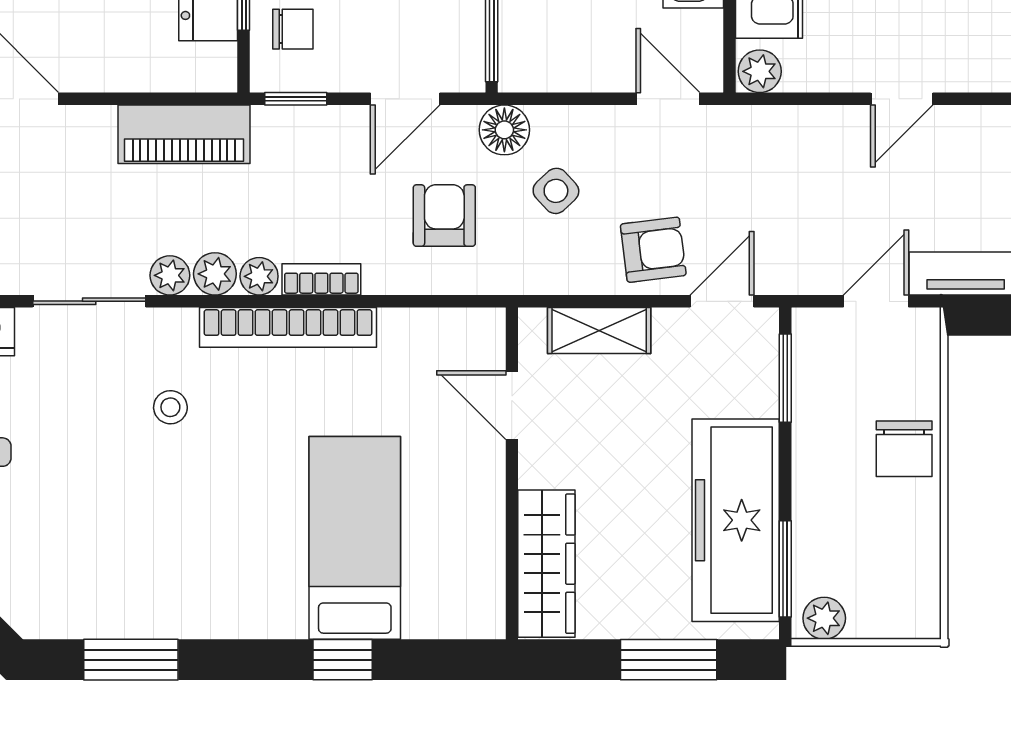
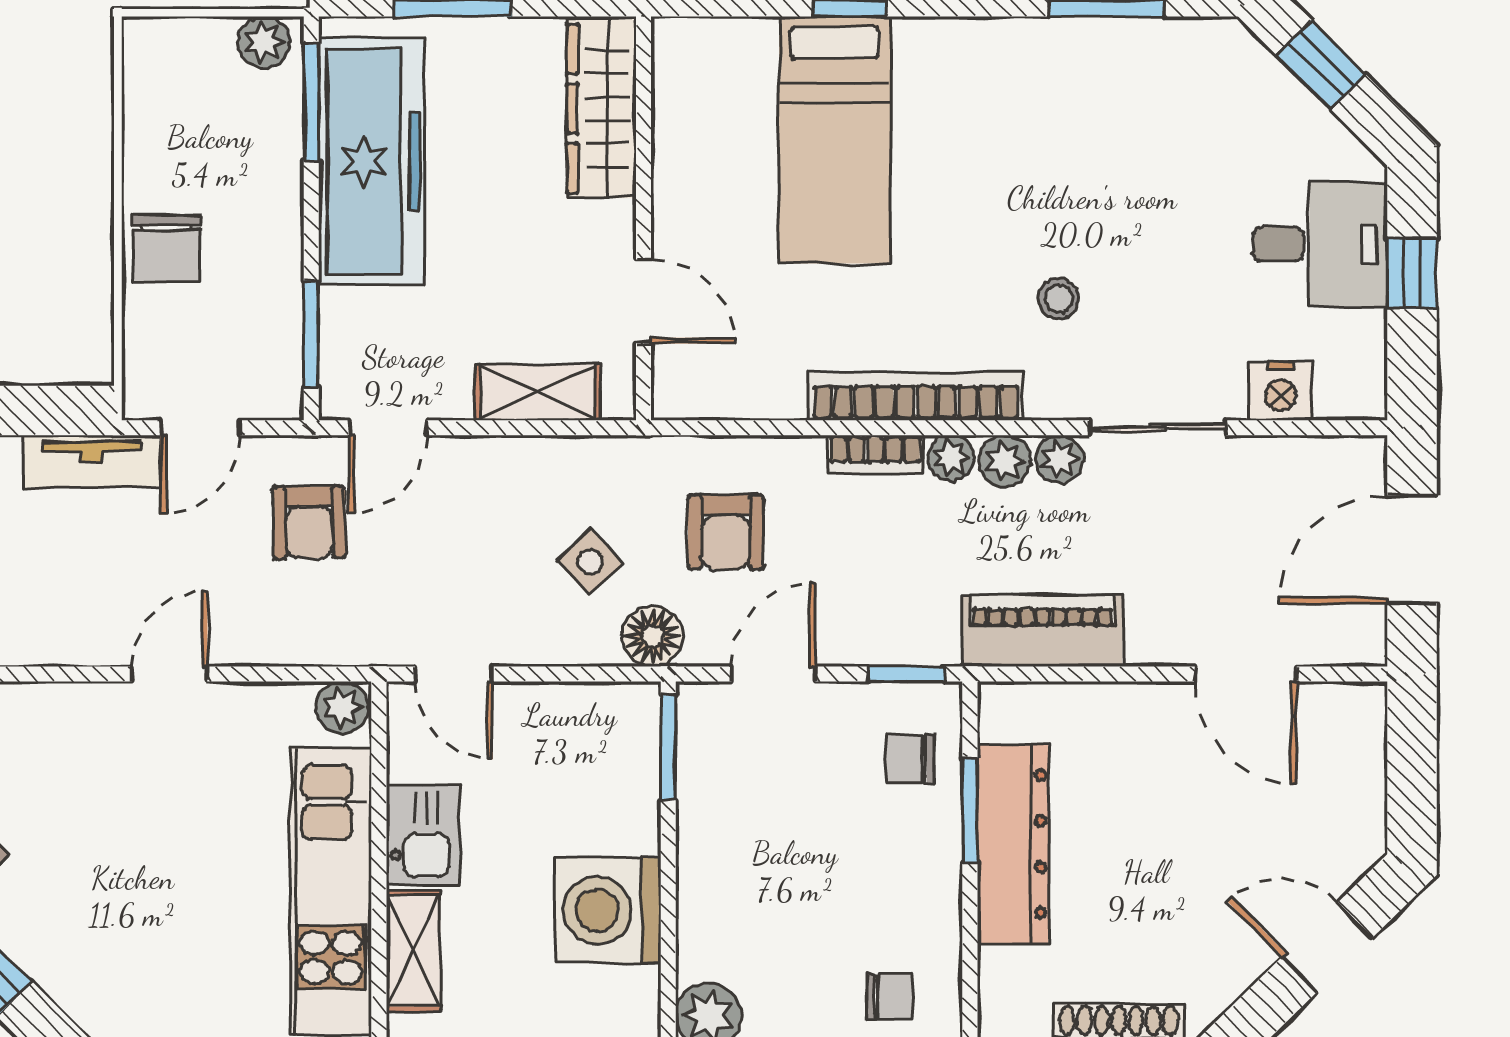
armchair: (653, 250) -> (309, 522), moved, turned -84
chair: (904, 449) -> (167, 248), turned 180

